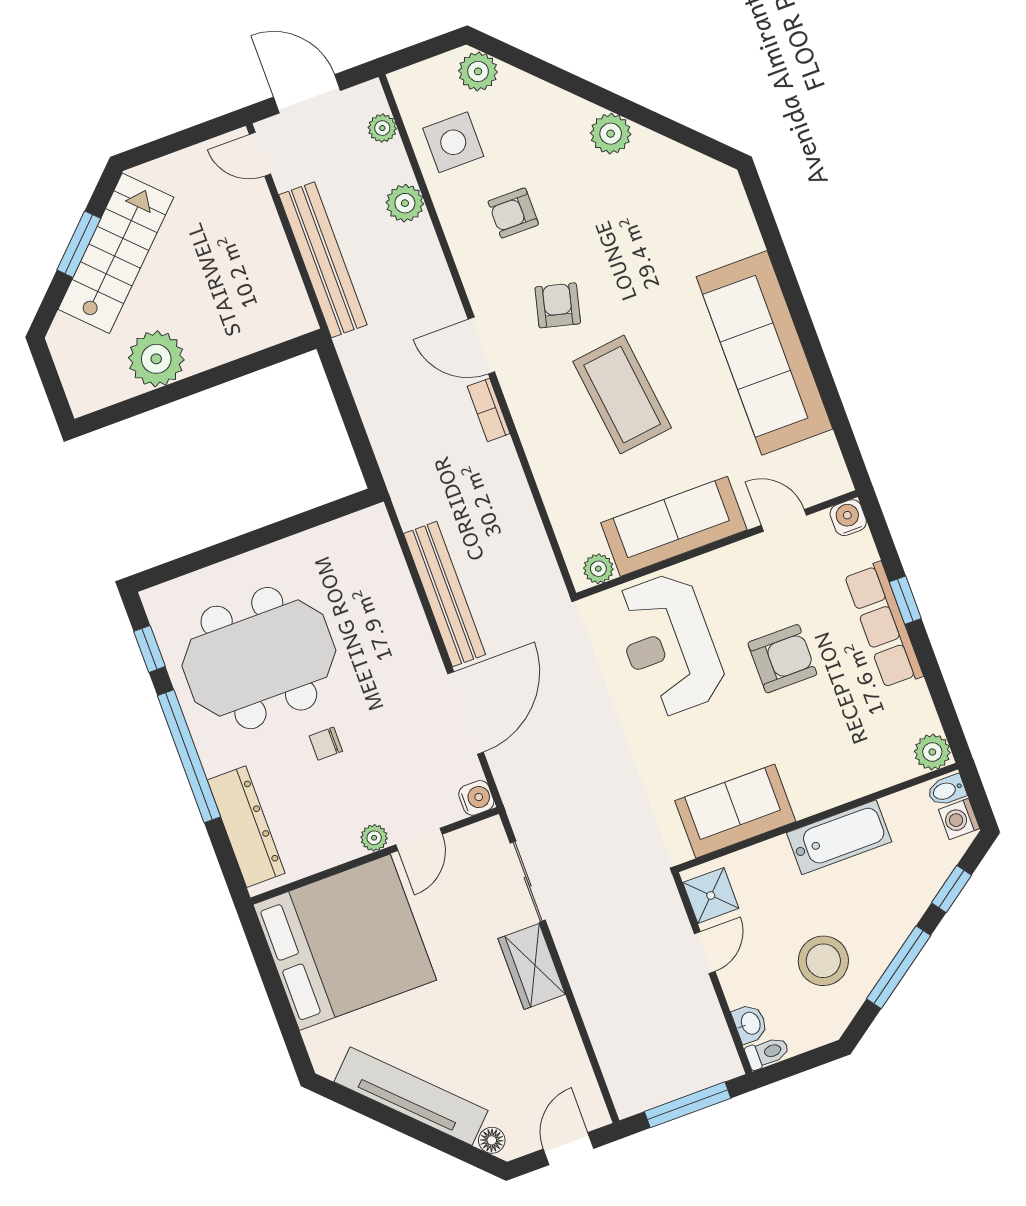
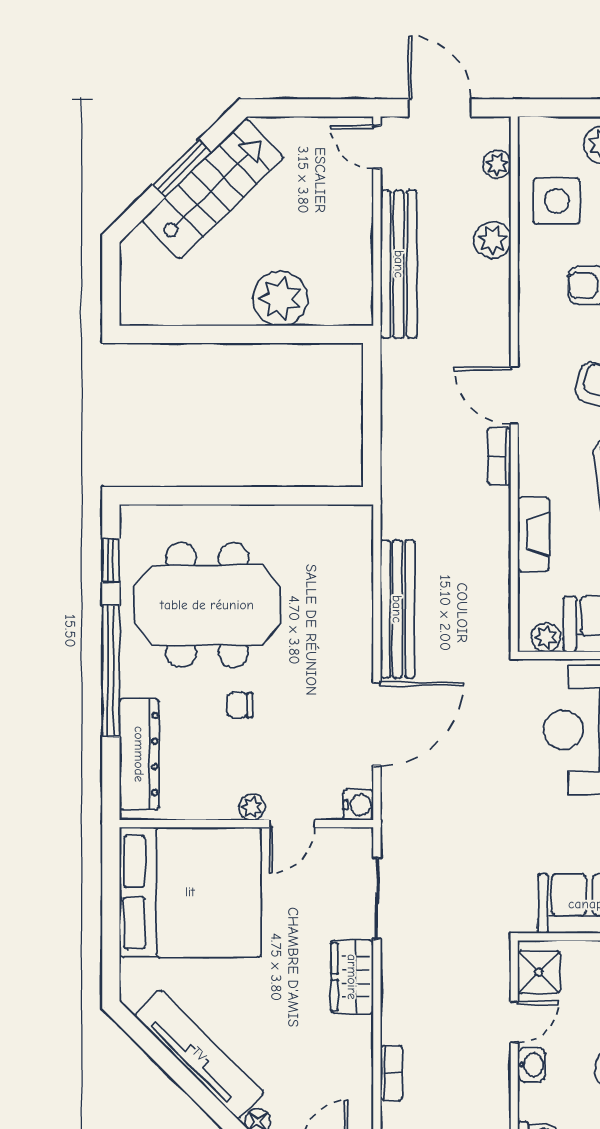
plant: (156, 359) -> (280, 298), moved
fireplace: (550, 473) -> (533, 534), added
washbasin: (750, 1024) -> (532, 1065), moved
bookcase: (604, 1045) -> (391, 1073), added

